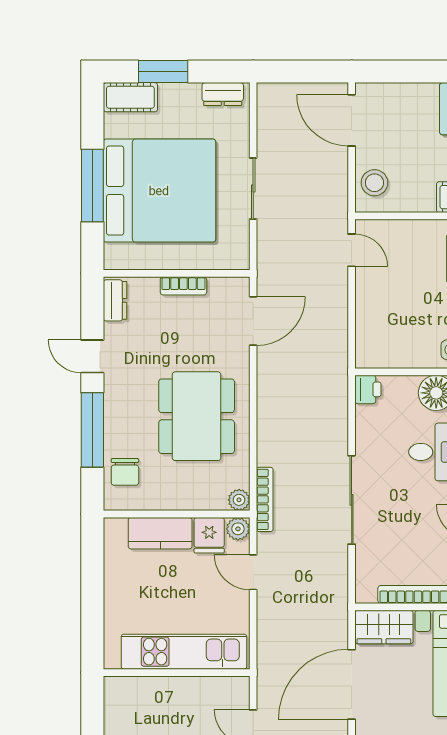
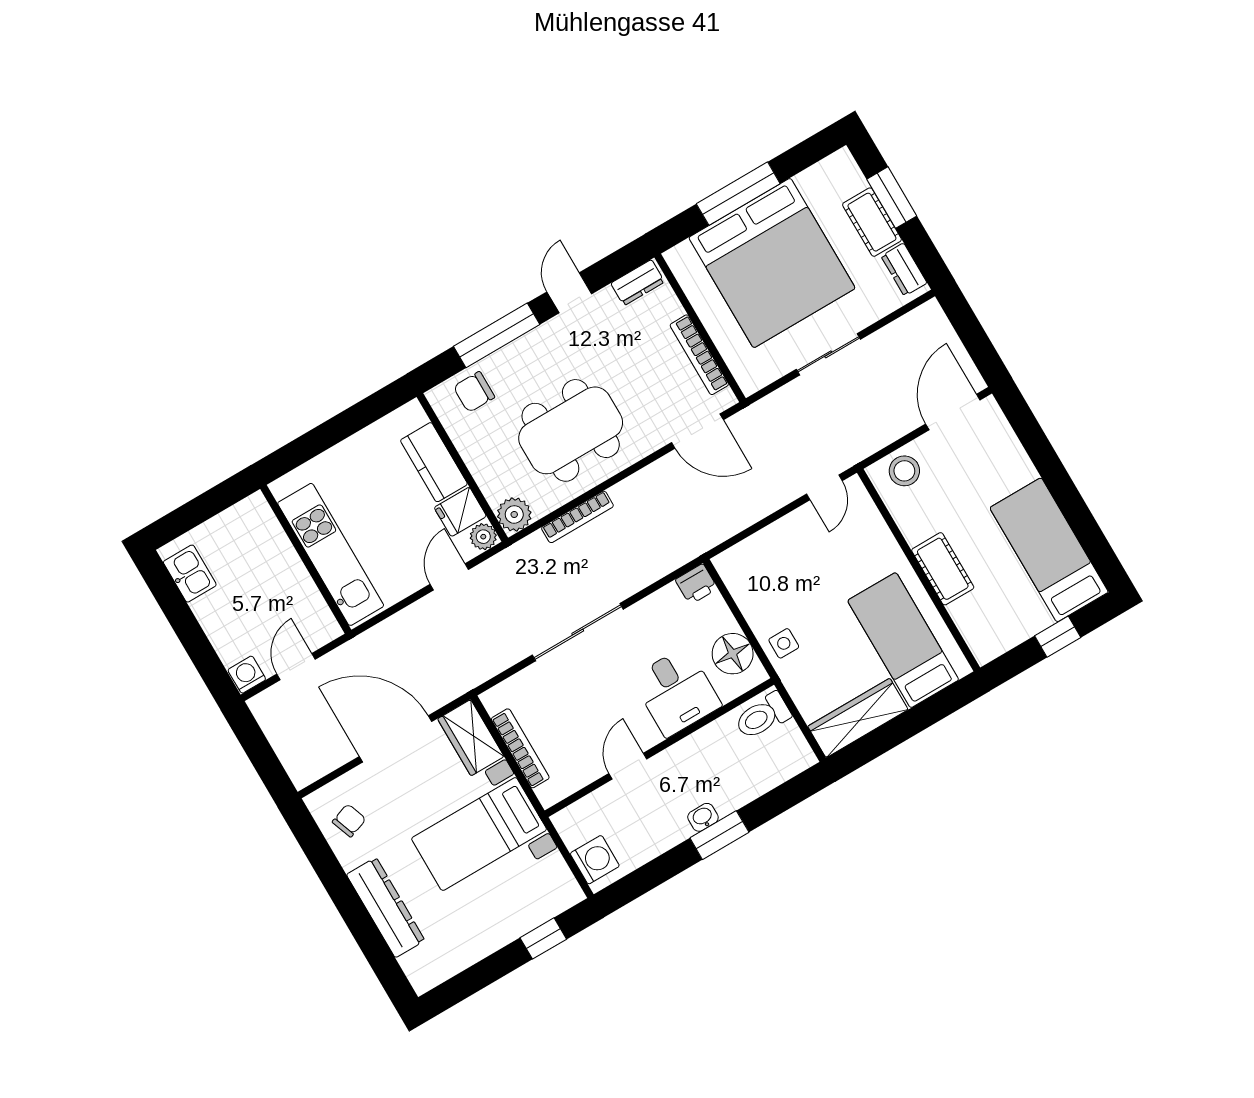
cot: (130, 97) -> (872, 222), moved
bookcase: (183, 286) -> (699, 355), width x1.56
bookcase: (265, 499) -> (577, 517), moved
plant: (239, 500) -> (514, 514), width x1.38, depth x1.38

